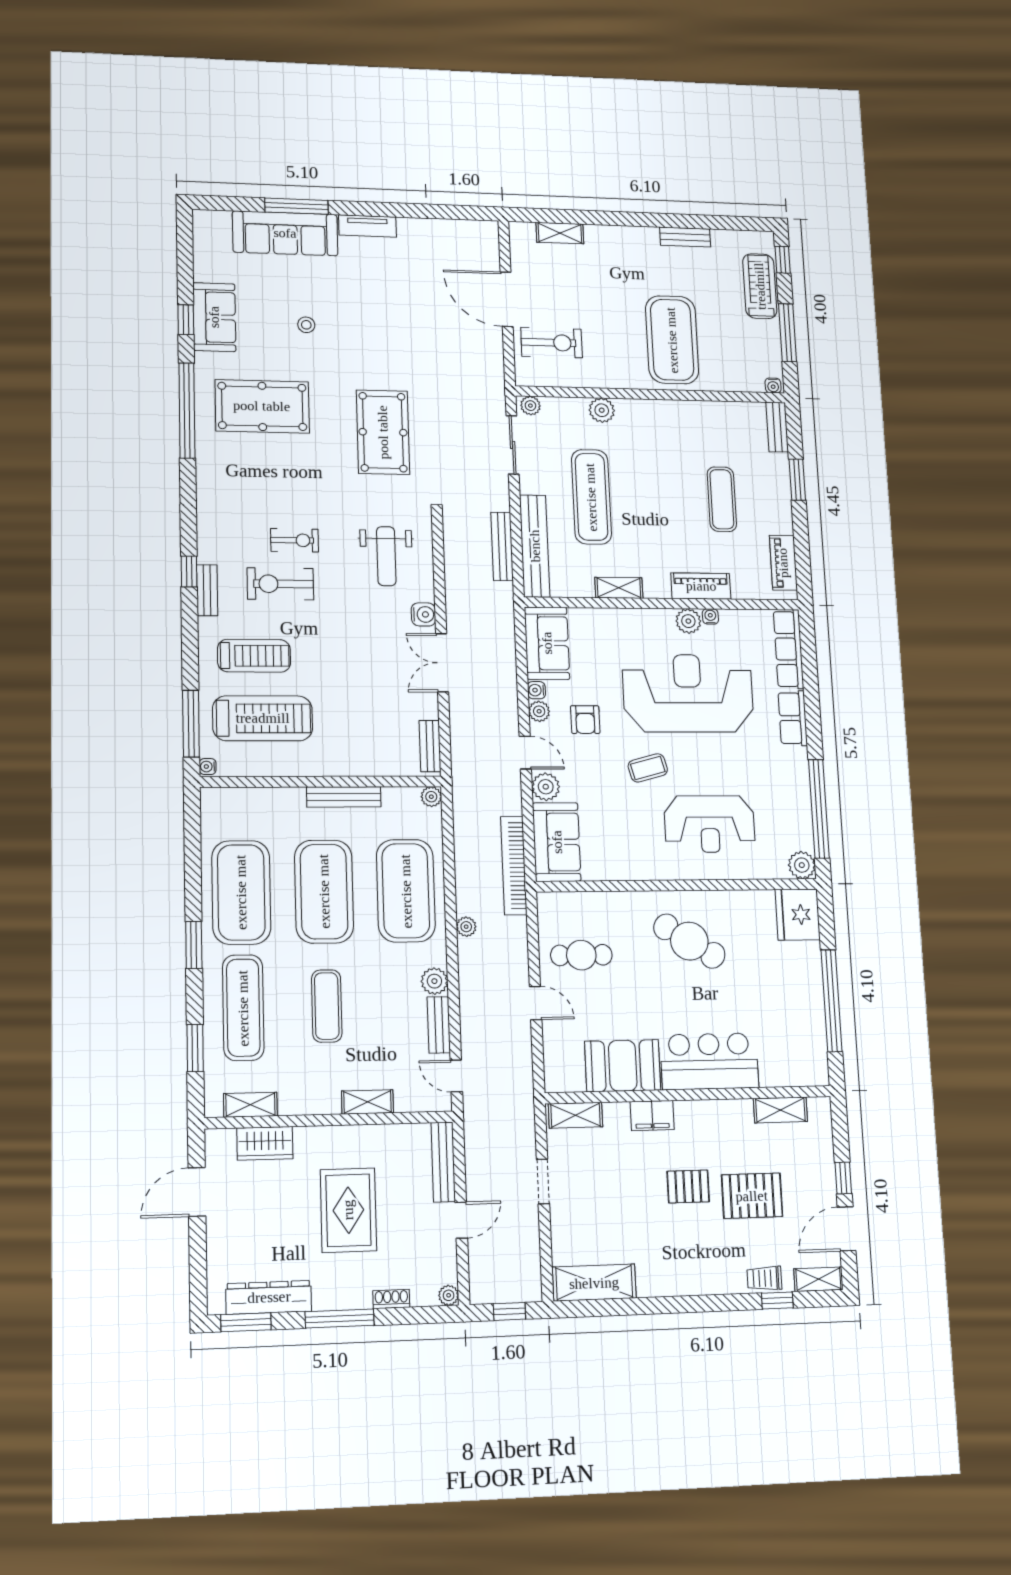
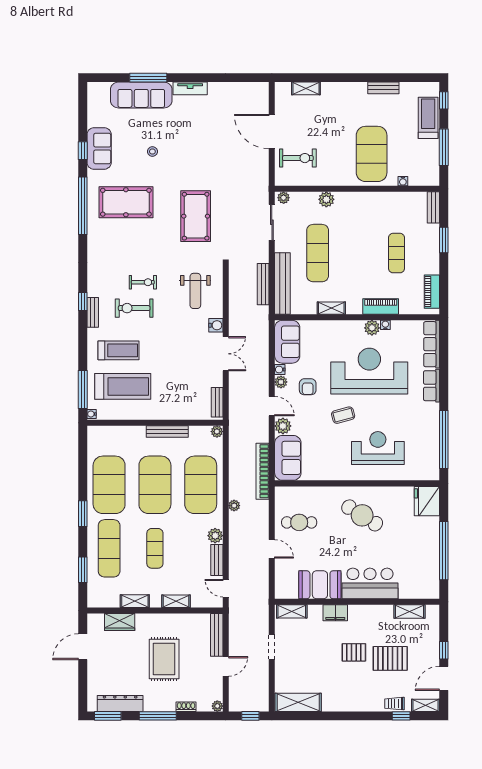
water cooler: (773, 385) -> (403, 181), moved
double door: (442, 663) -> (226, 354), swing flipped
reception desk: (710, 824) -> (378, 448), turned 180
plant: (802, 865) -> (431, 472), removed
shelving: (250, 1105) -> (135, 601), moved

